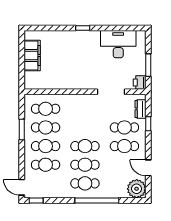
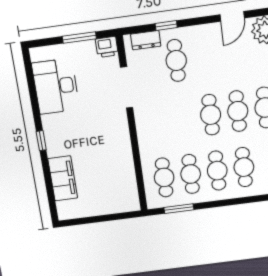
filing cabinet: (32, 55) -> (63, 178), moved, turned 90
window: (22, 130) -> (179, 209), moved
cafe table: (124, 146) -> (204, 57), removed

